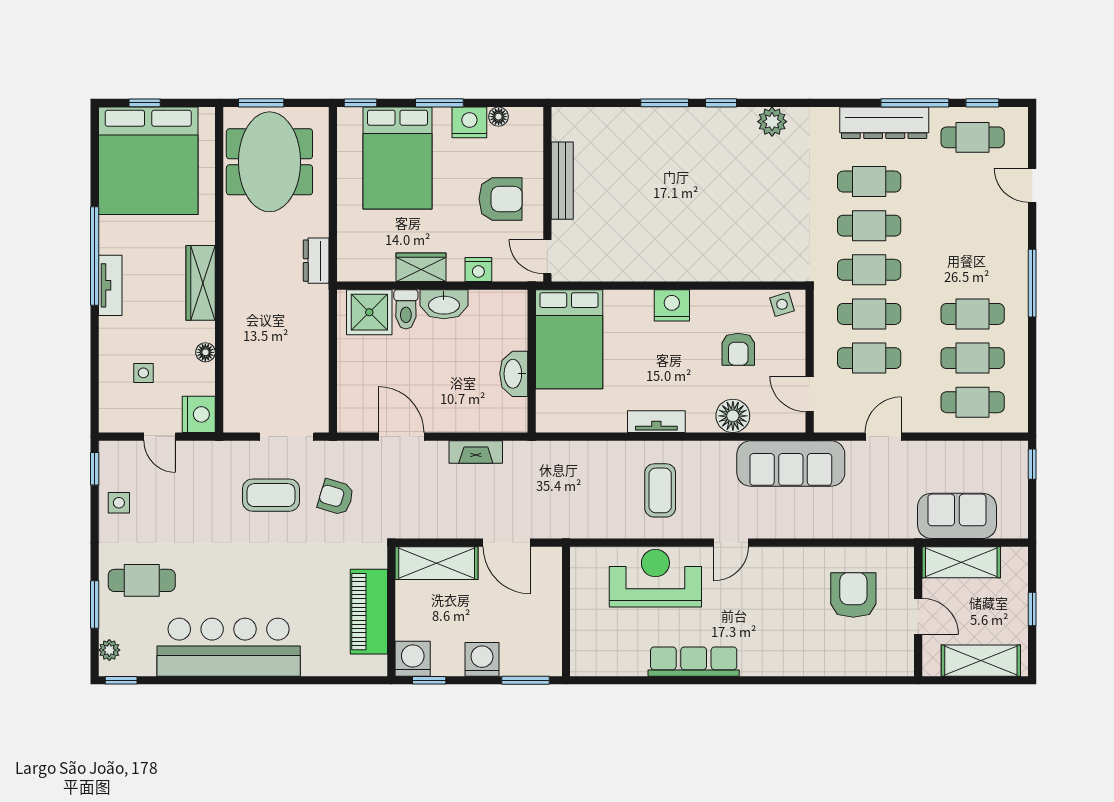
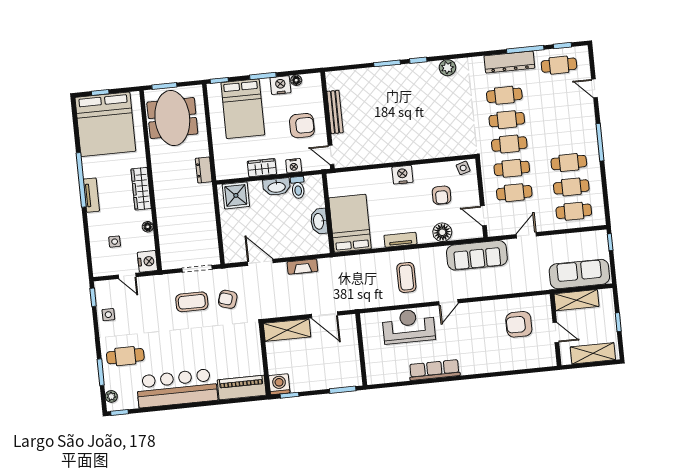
toilet: (406, 309) -> (298, 188), moved
bed: (569, 339) -> (350, 223), moved, turned 180
sofa: (957, 516) -> (579, 274), width x1.36
armchair: (853, 595) -> (519, 324), turned -90
piano: (369, 612) -> (242, 388), moved, turned 90
washing machine: (482, 659) -> (317, 381), removed

